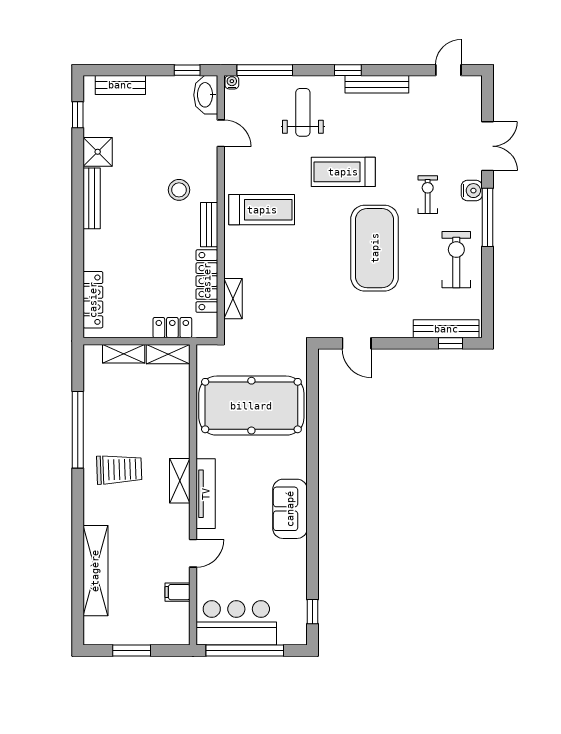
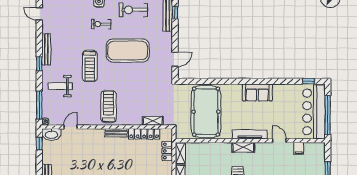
stool: (179, 190) -> (99, 148), removed
bar counter: (236, 623) -> (314, 112), width x1.36

